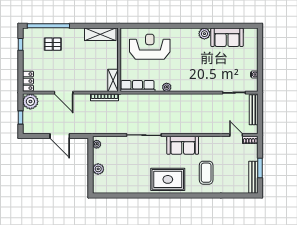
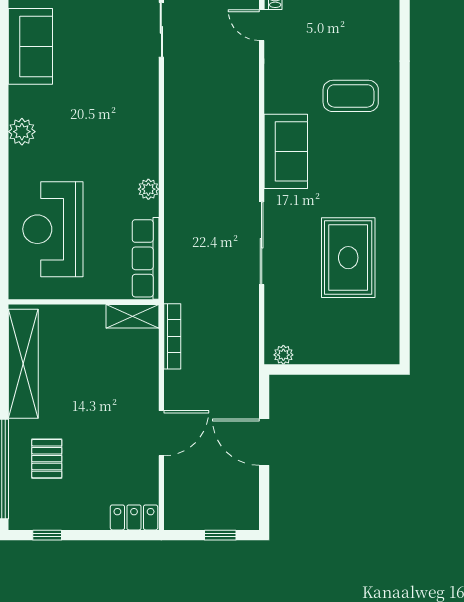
shelving: (100, 34) -> (23, 364), width x1.47
plant: (204, 34) -> (22, 132), moved
plant: (30, 101) -> (182, 512), removed
door: (236, 135) -> (262, 25), hinge flipped
door: (60, 136) -> (264, 442), swing flipped
plant: (98, 169) -> (342, 351), removed
rug: (168, 179) -> (348, 258), moved

